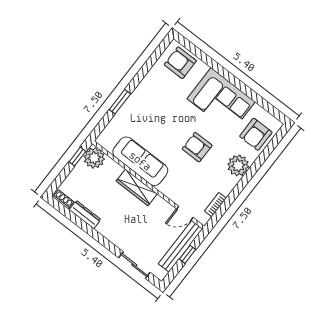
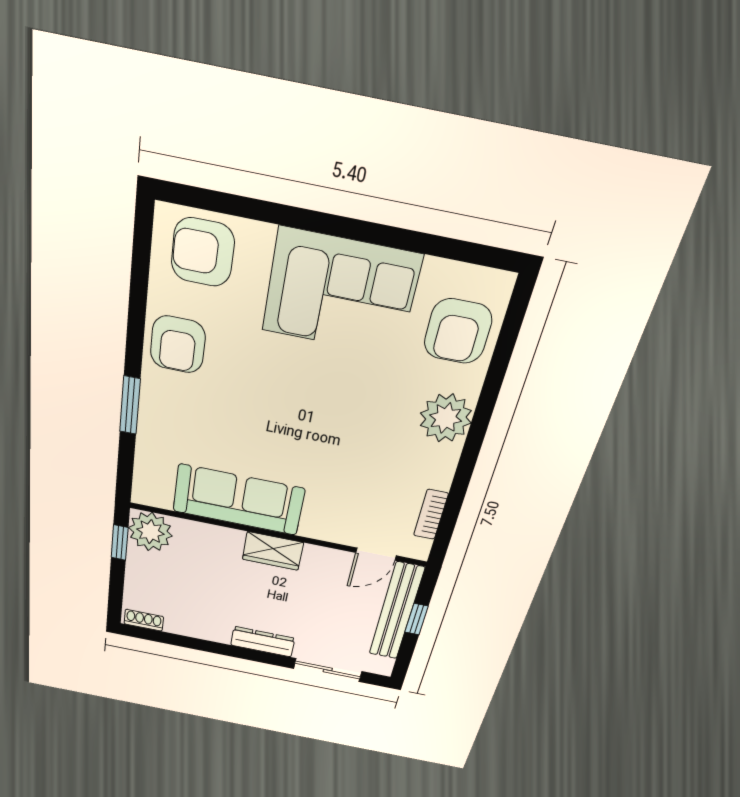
armchair: (197, 147) -> (178, 344), moved, turned -90
wardrobe: (137, 187) -> (273, 551), width x0.67
dresser: (85, 215) -> (263, 642), moved

